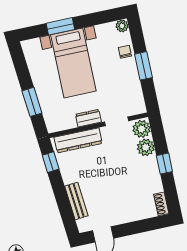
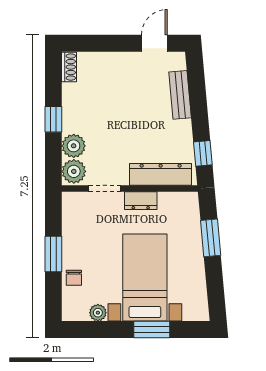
plant: (122, 26) -> (98, 313), moved

